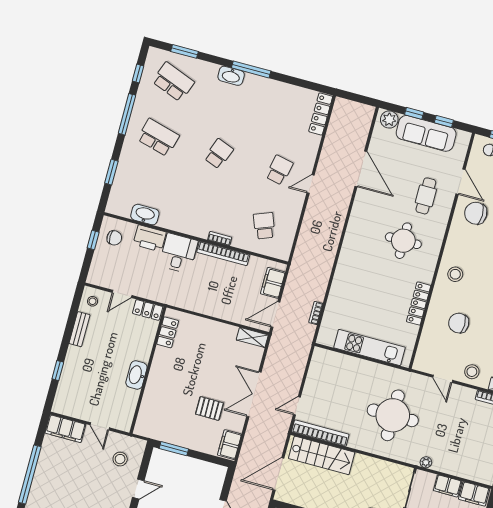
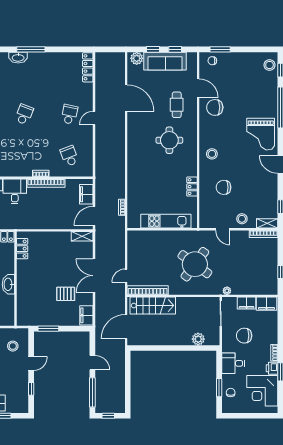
locker: (419, 304) -> (192, 187), width x0.66
round table: (393, 415) -> (195, 264), turned 36

